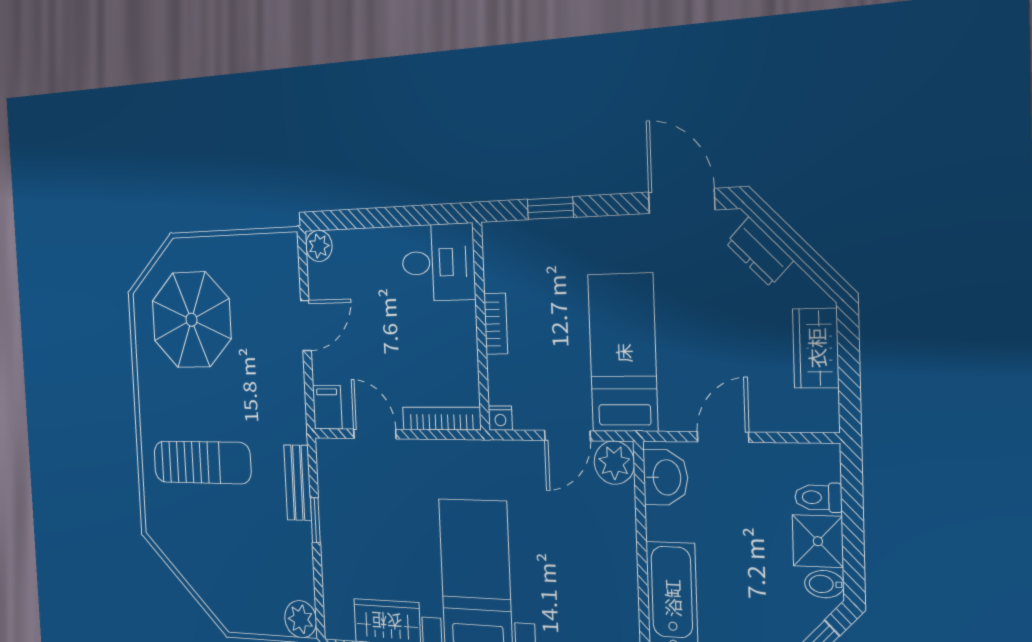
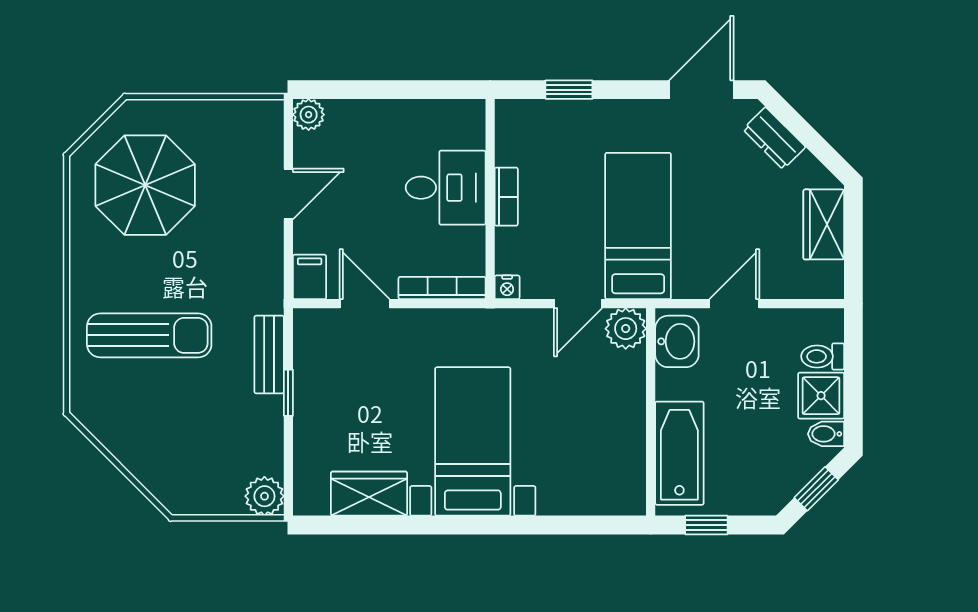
door: (682, 201) -> (701, 90), hinge flipped
desk: (438, 262) -> (446, 188), moved

